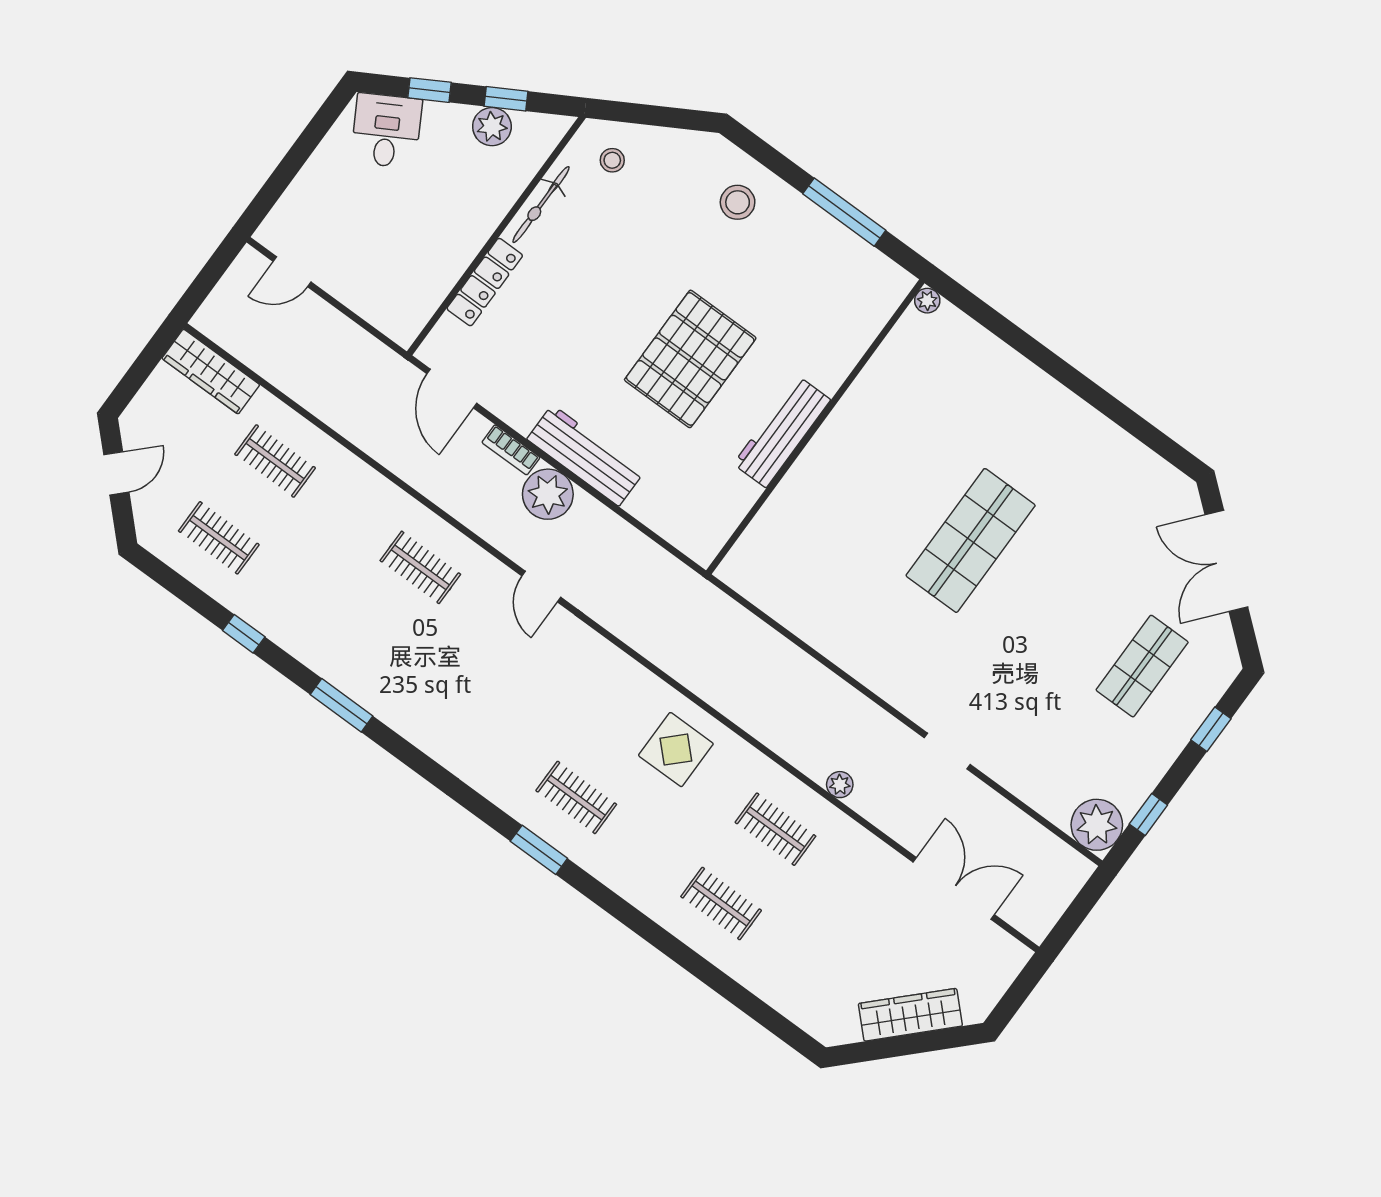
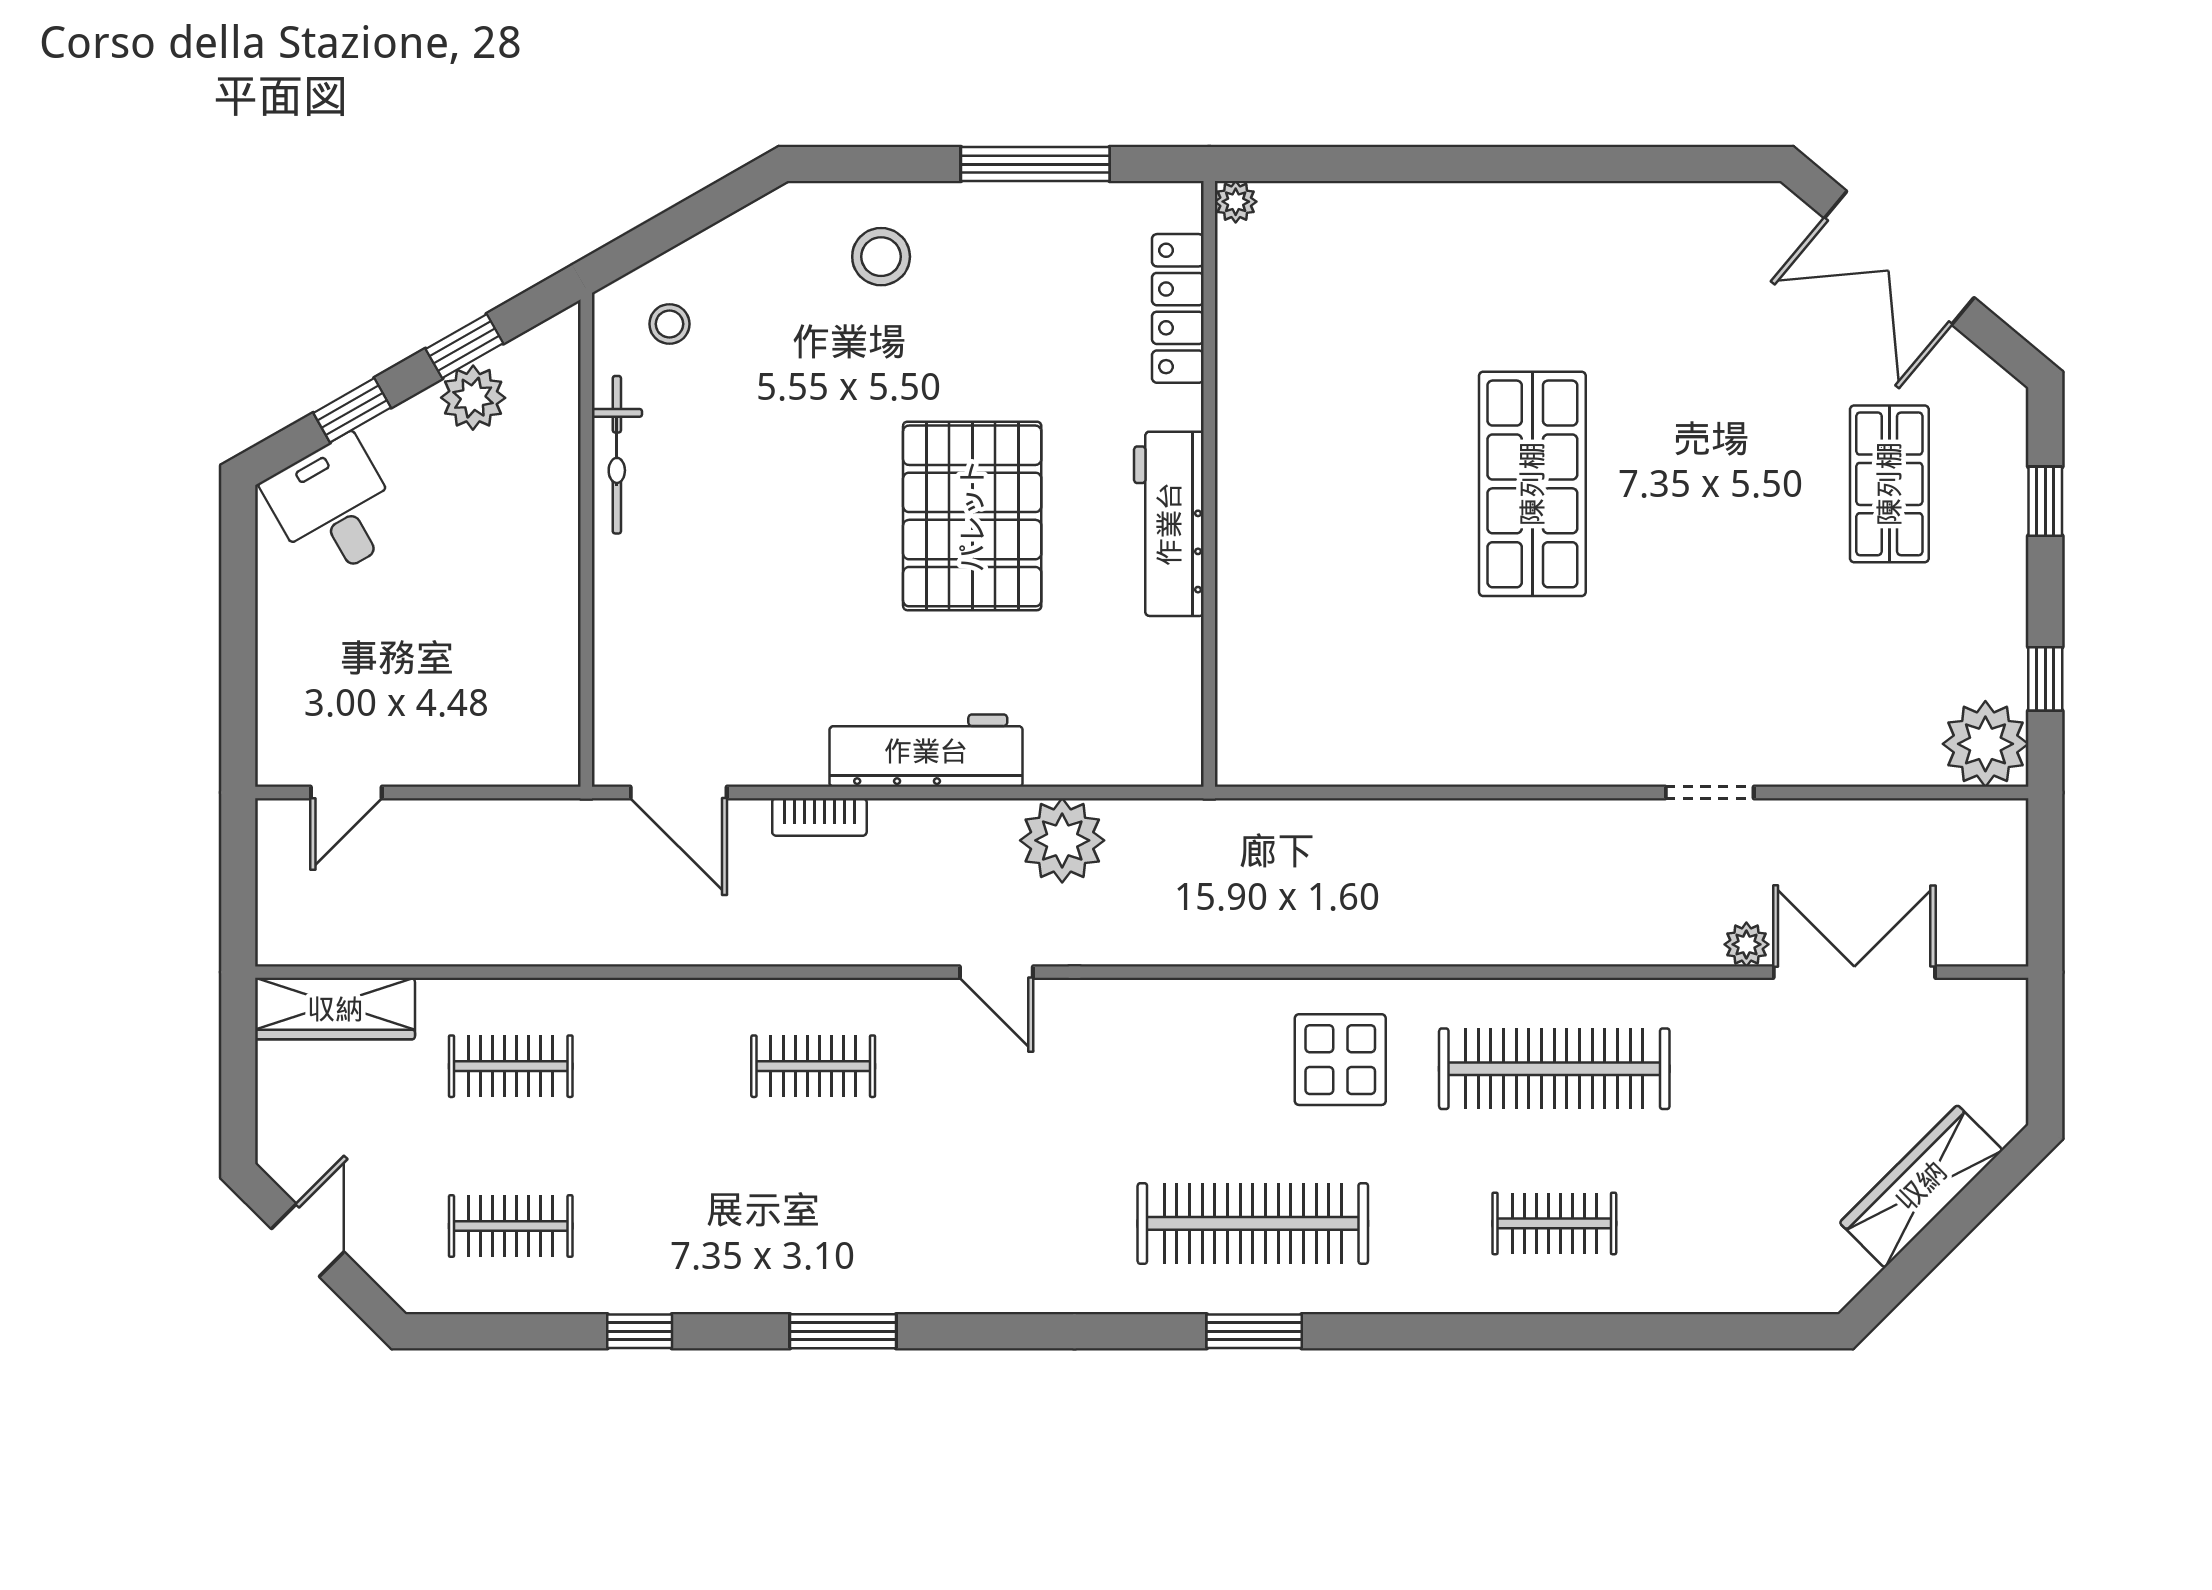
locker: (485, 282) -> (1178, 308), moved, turned 180
plant: (548, 494) -> (1062, 840), moved
plant: (840, 785) -> (1746, 944), moved
clothes rail: (576, 797) -> (1253, 1223), width x1.86, depth x1.31
clothes rail: (775, 829) -> (1554, 1069), width x1.86, depth x1.31

